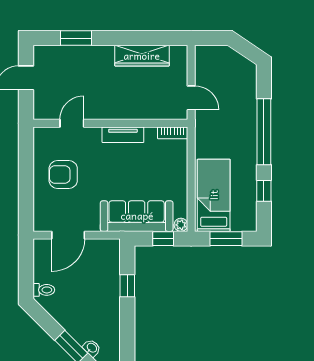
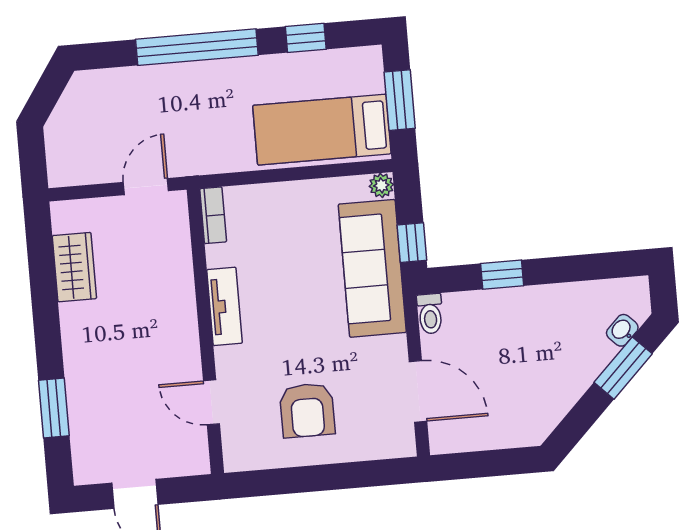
wardrobe: (142, 56) -> (74, 267), width x0.67
window: (163, 239) -> (412, 243), moved
toilet: (44, 290) -> (430, 314), moved, turned 180

